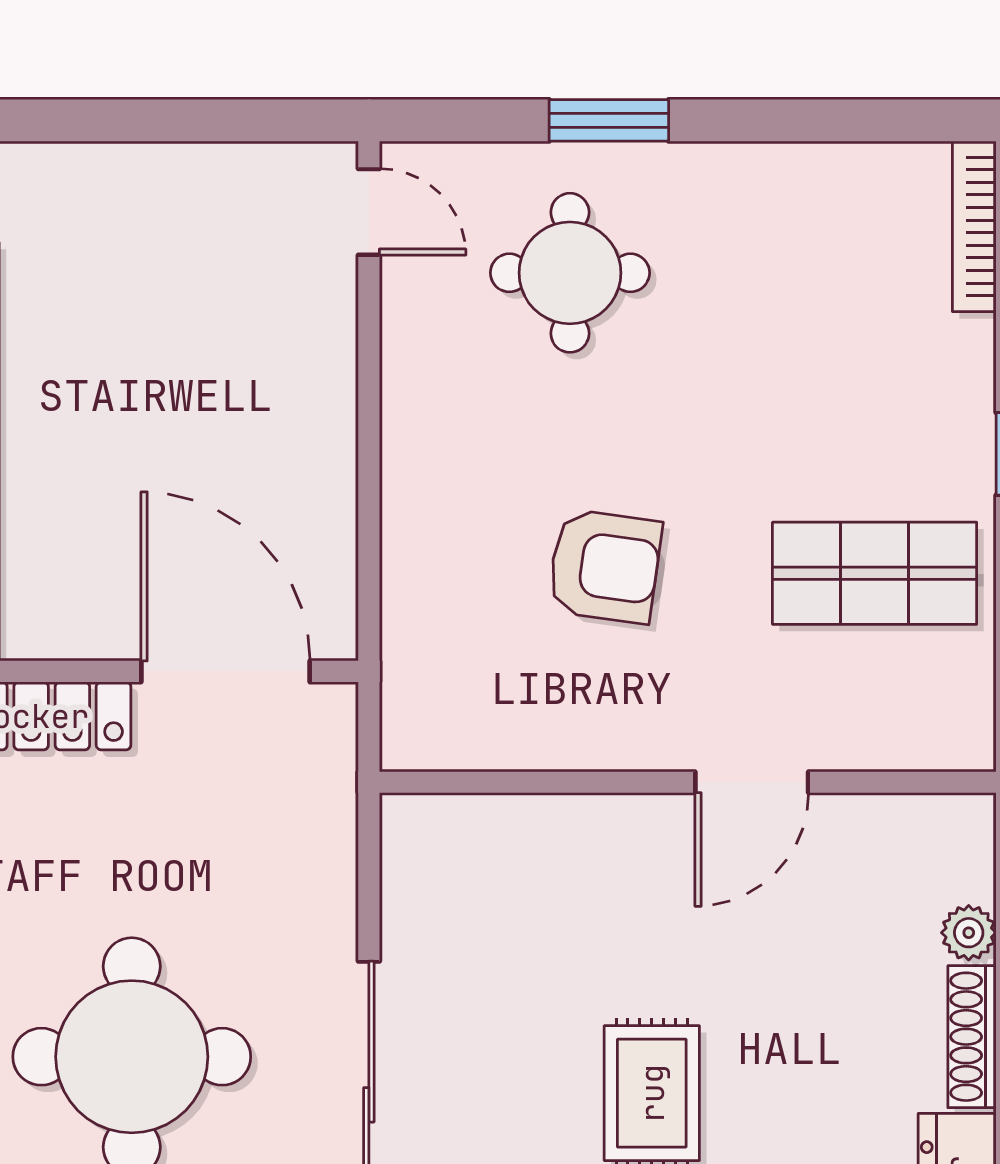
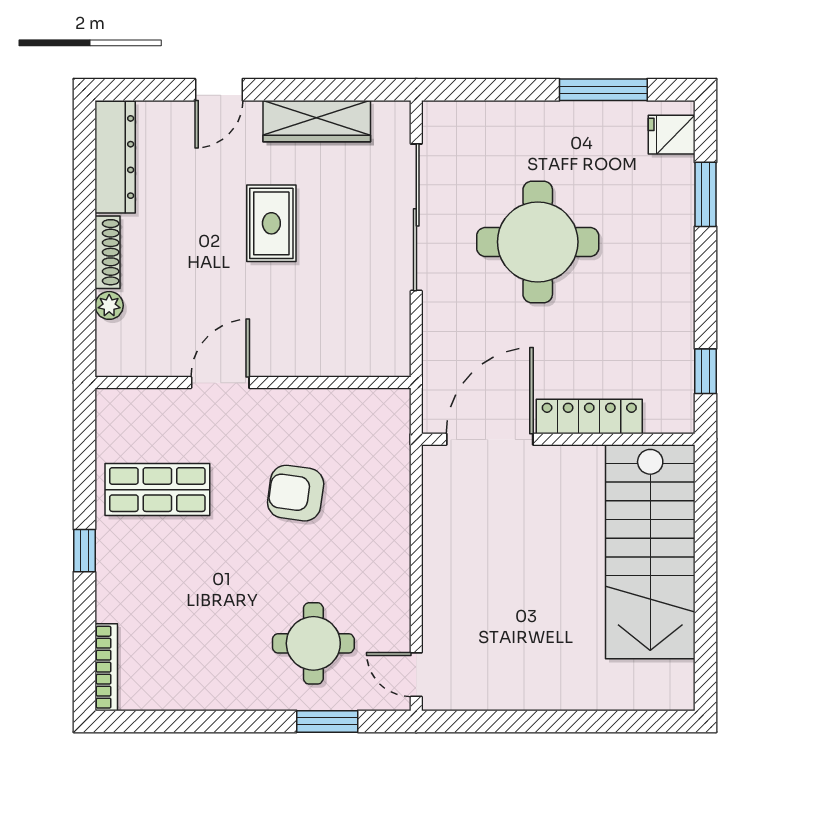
window: (609, 120) -> (327, 721), moved
door: (225, 671) -> (490, 439), swing flipped

